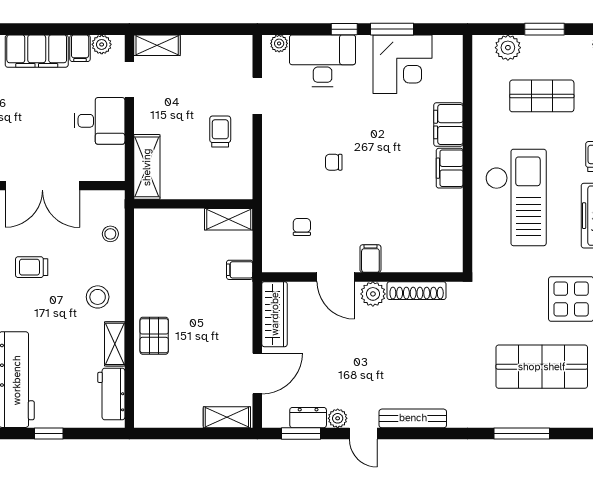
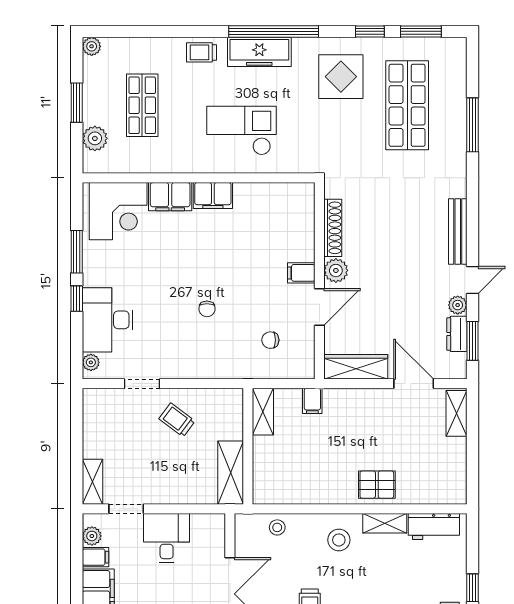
corner desk: (403, 64) -> (118, 211), moved, turned 90
trolley: (220, 131) -> (177, 420), turned 37
shelving: (147, 167) -> (231, 473), moved, turned 90
checkout: (516, 197) -> (242, 131), width x0.73, depth x0.83

